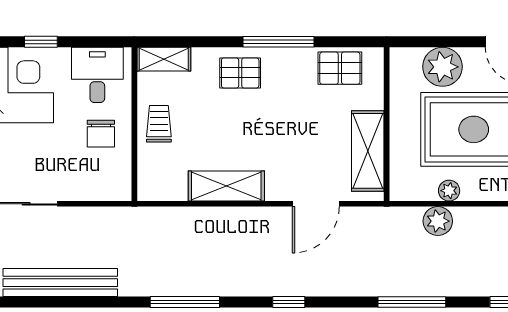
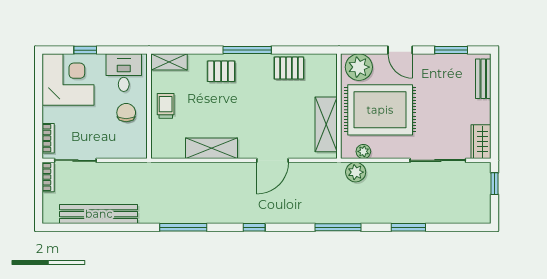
wall: (387, 124) -> (339, 106), moved
chair: (101, 134) -> (126, 113), turned 180
shelving: (368, 151) -> (326, 124), moved

